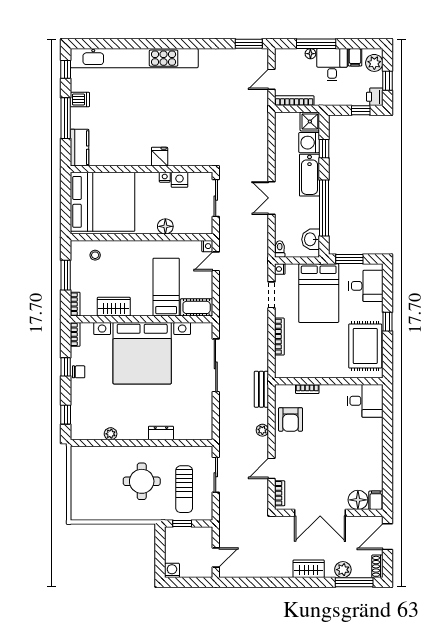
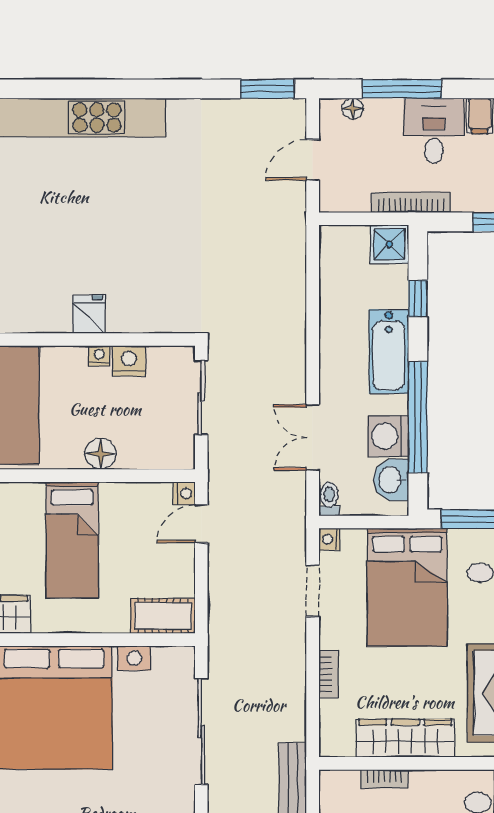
floor lamp: (310, 54) -> (352, 109), moved
bookcase: (294, 101) -> (411, 203), moved
washing machine: (309, 143) -> (388, 436), moved
double door: (271, 198) -> (313, 437), moved
bed: (166, 287) -> (72, 540), moved, turned 180
bookcase: (279, 337) -> (328, 674), width x0.64
wardrobe: (318, 369) -> (405, 738), added

